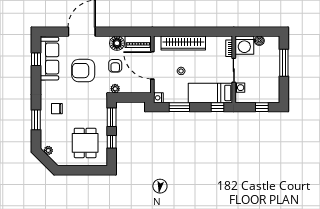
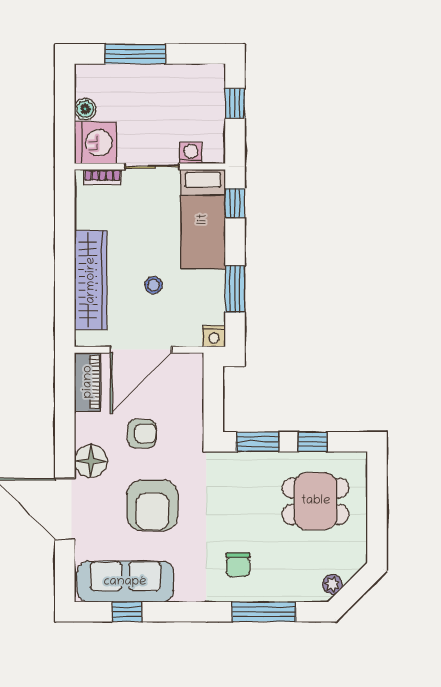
floor lamp: (117, 43) -> (91, 461), moved
plant: (115, 89) -> (193, 434), removed
window: (36, 120) -> (264, 612), width x1.44

